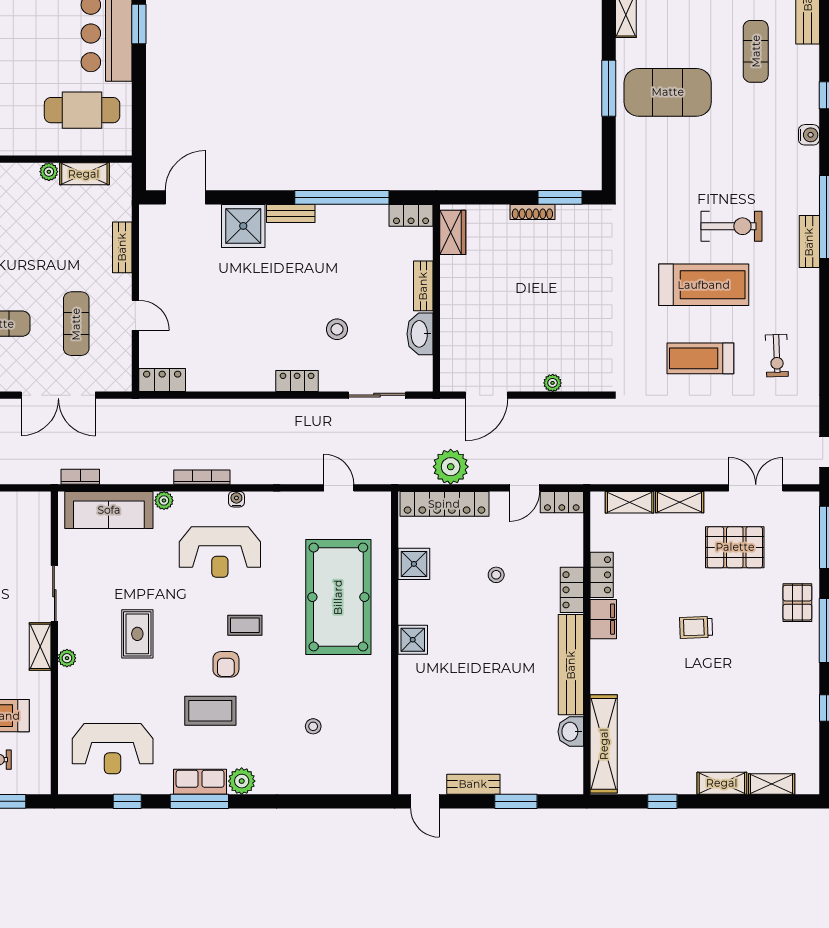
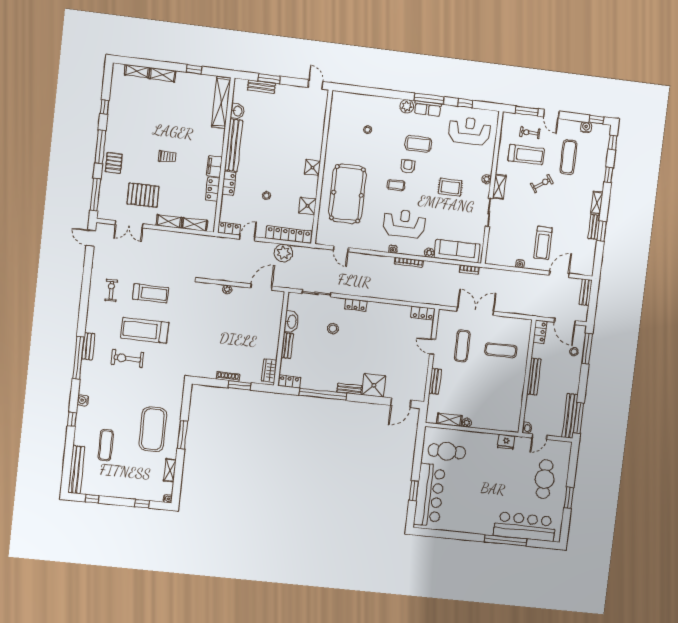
exercise mat: (668, 92) -> (153, 429), turned 90
window: (560, 197) -> (240, 385), moved
rug: (137, 634) -> (450, 187), turned 90
bench: (473, 784) -> (261, 87), moved

